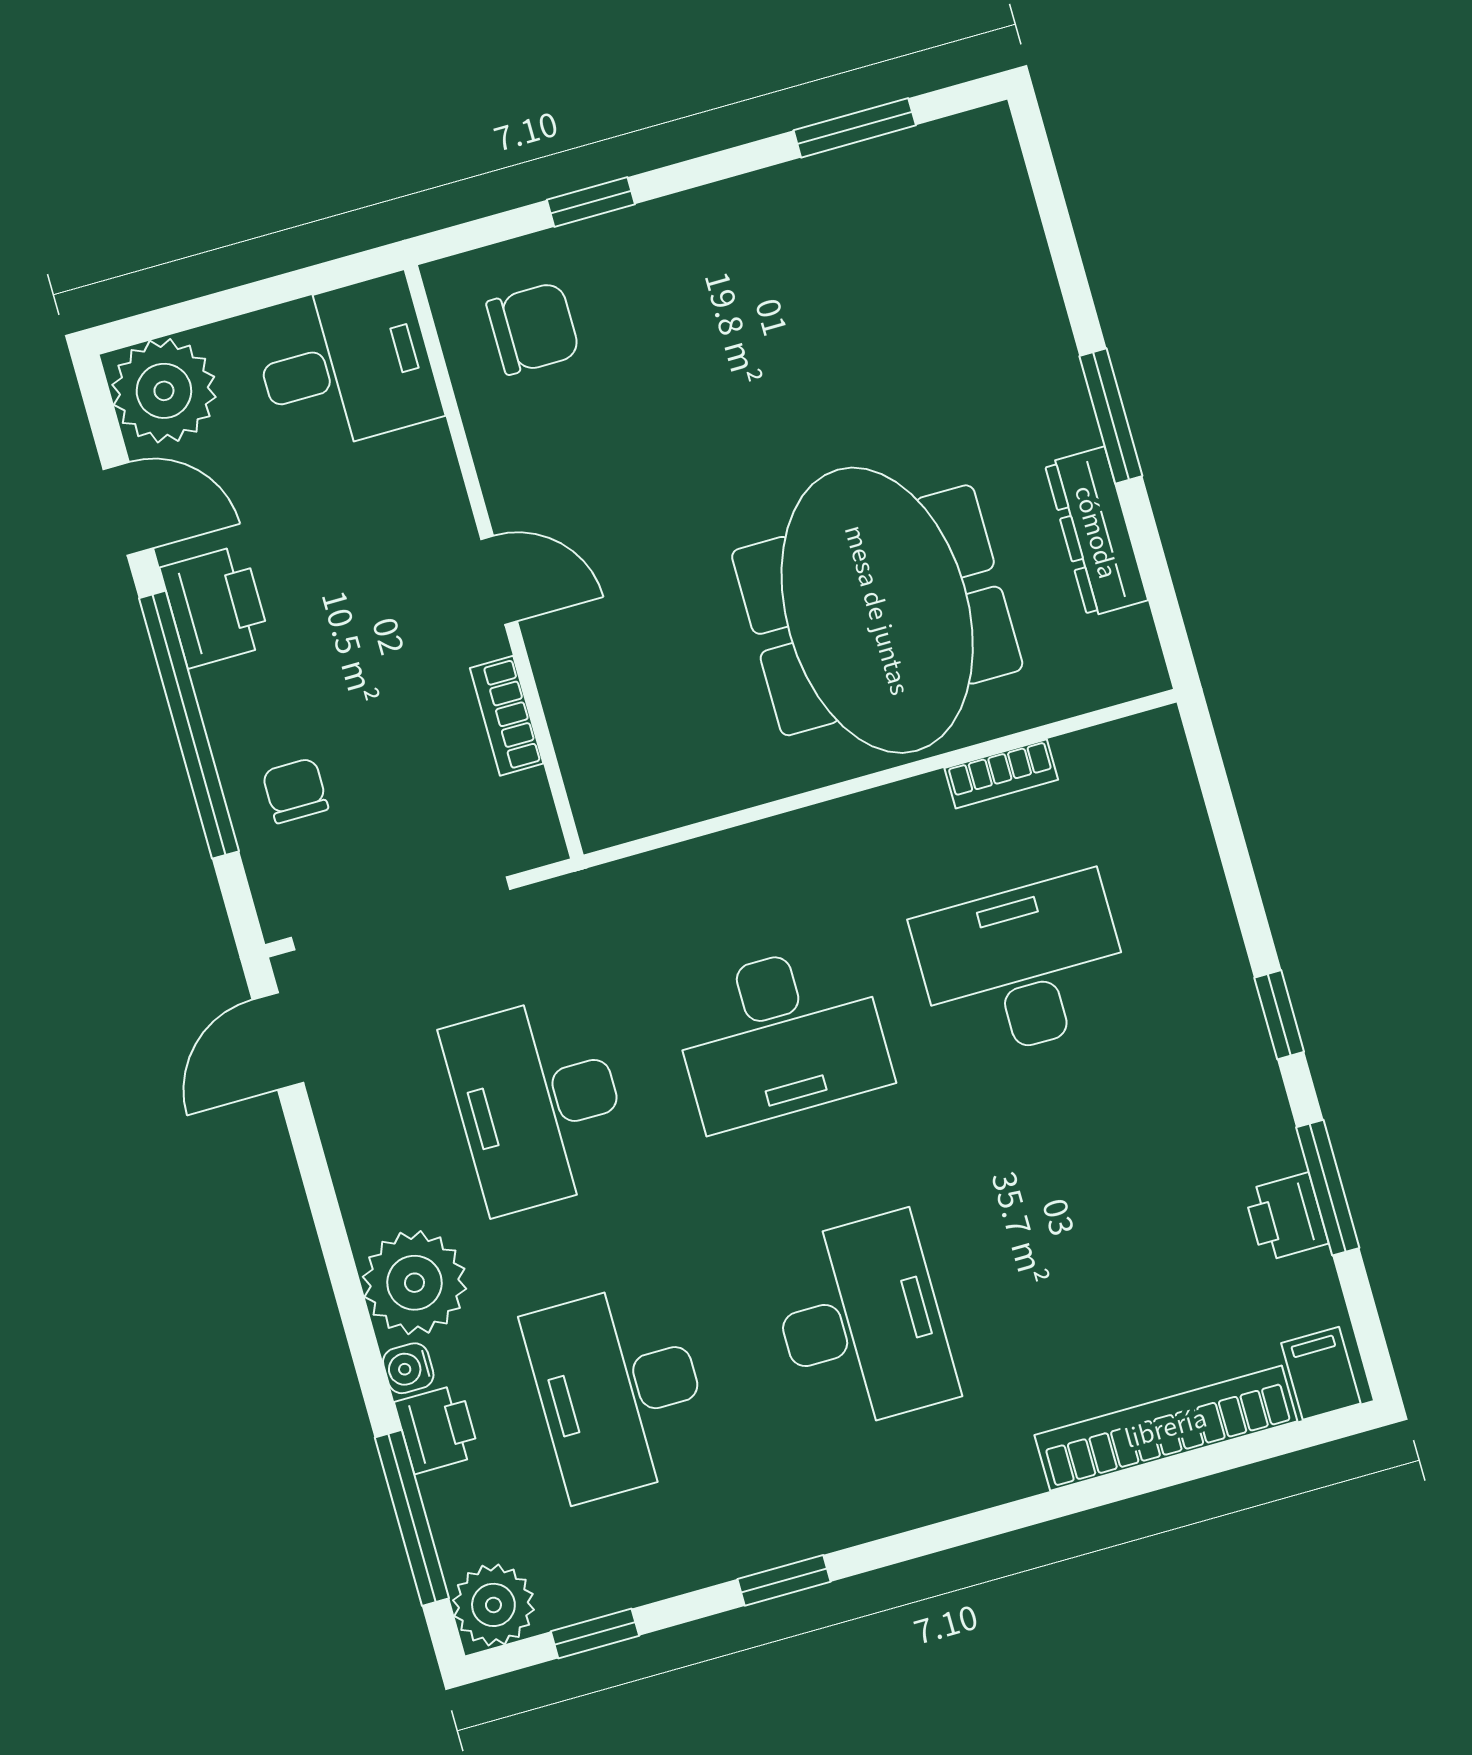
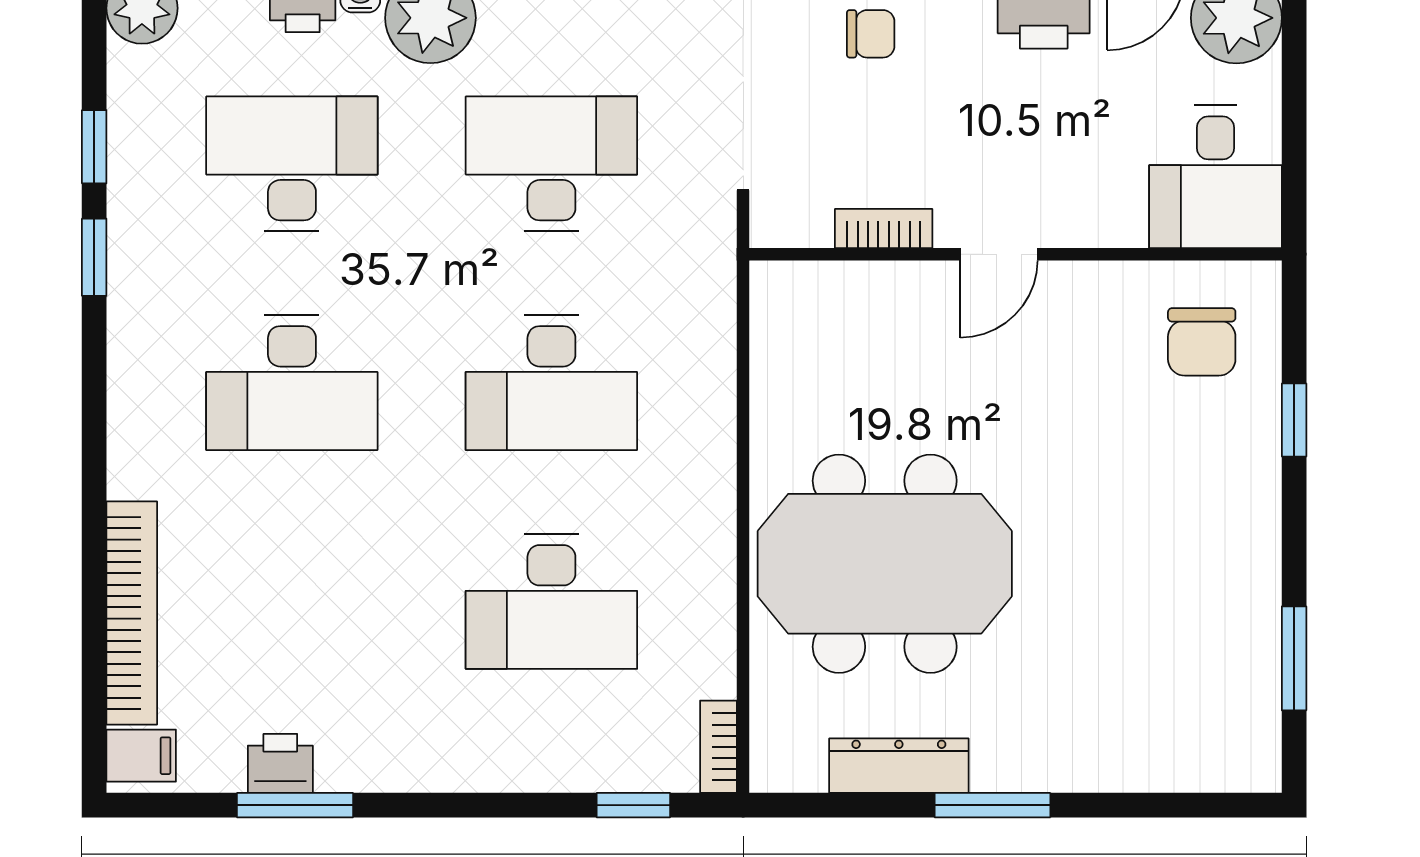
bookcase: (1001, 774) -> (718, 747), moved
desk: (1023, 967) -> (551, 602), turned 90
window: (1279, 1015) -> (633, 805), moved
desk: (781, 1035) -> (551, 383), turned -90
window: (595, 1634) -> (94, 147), moved

